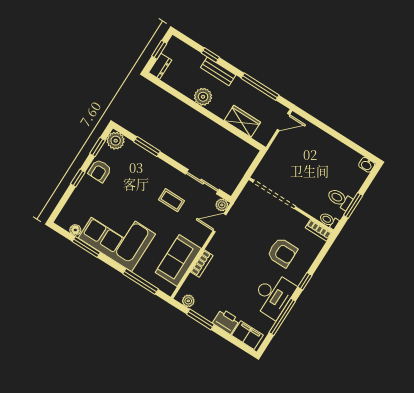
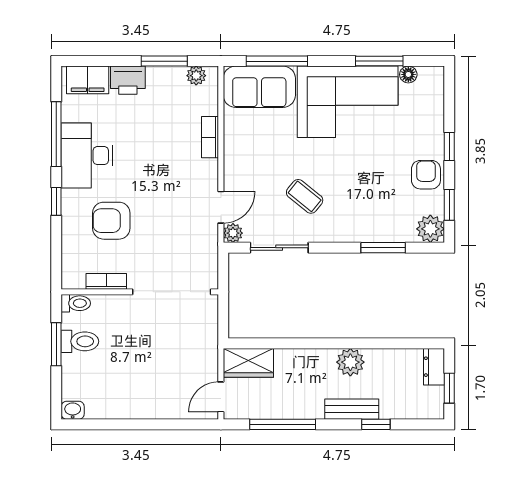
wardrobe: (242, 121) -> (248, 363), moved
coffee table: (171, 200) -> (305, 196), turned 39
bookcase: (319, 230) -> (106, 281), moved
sofa: (178, 261) -> (259, 87), moved, turned 90

